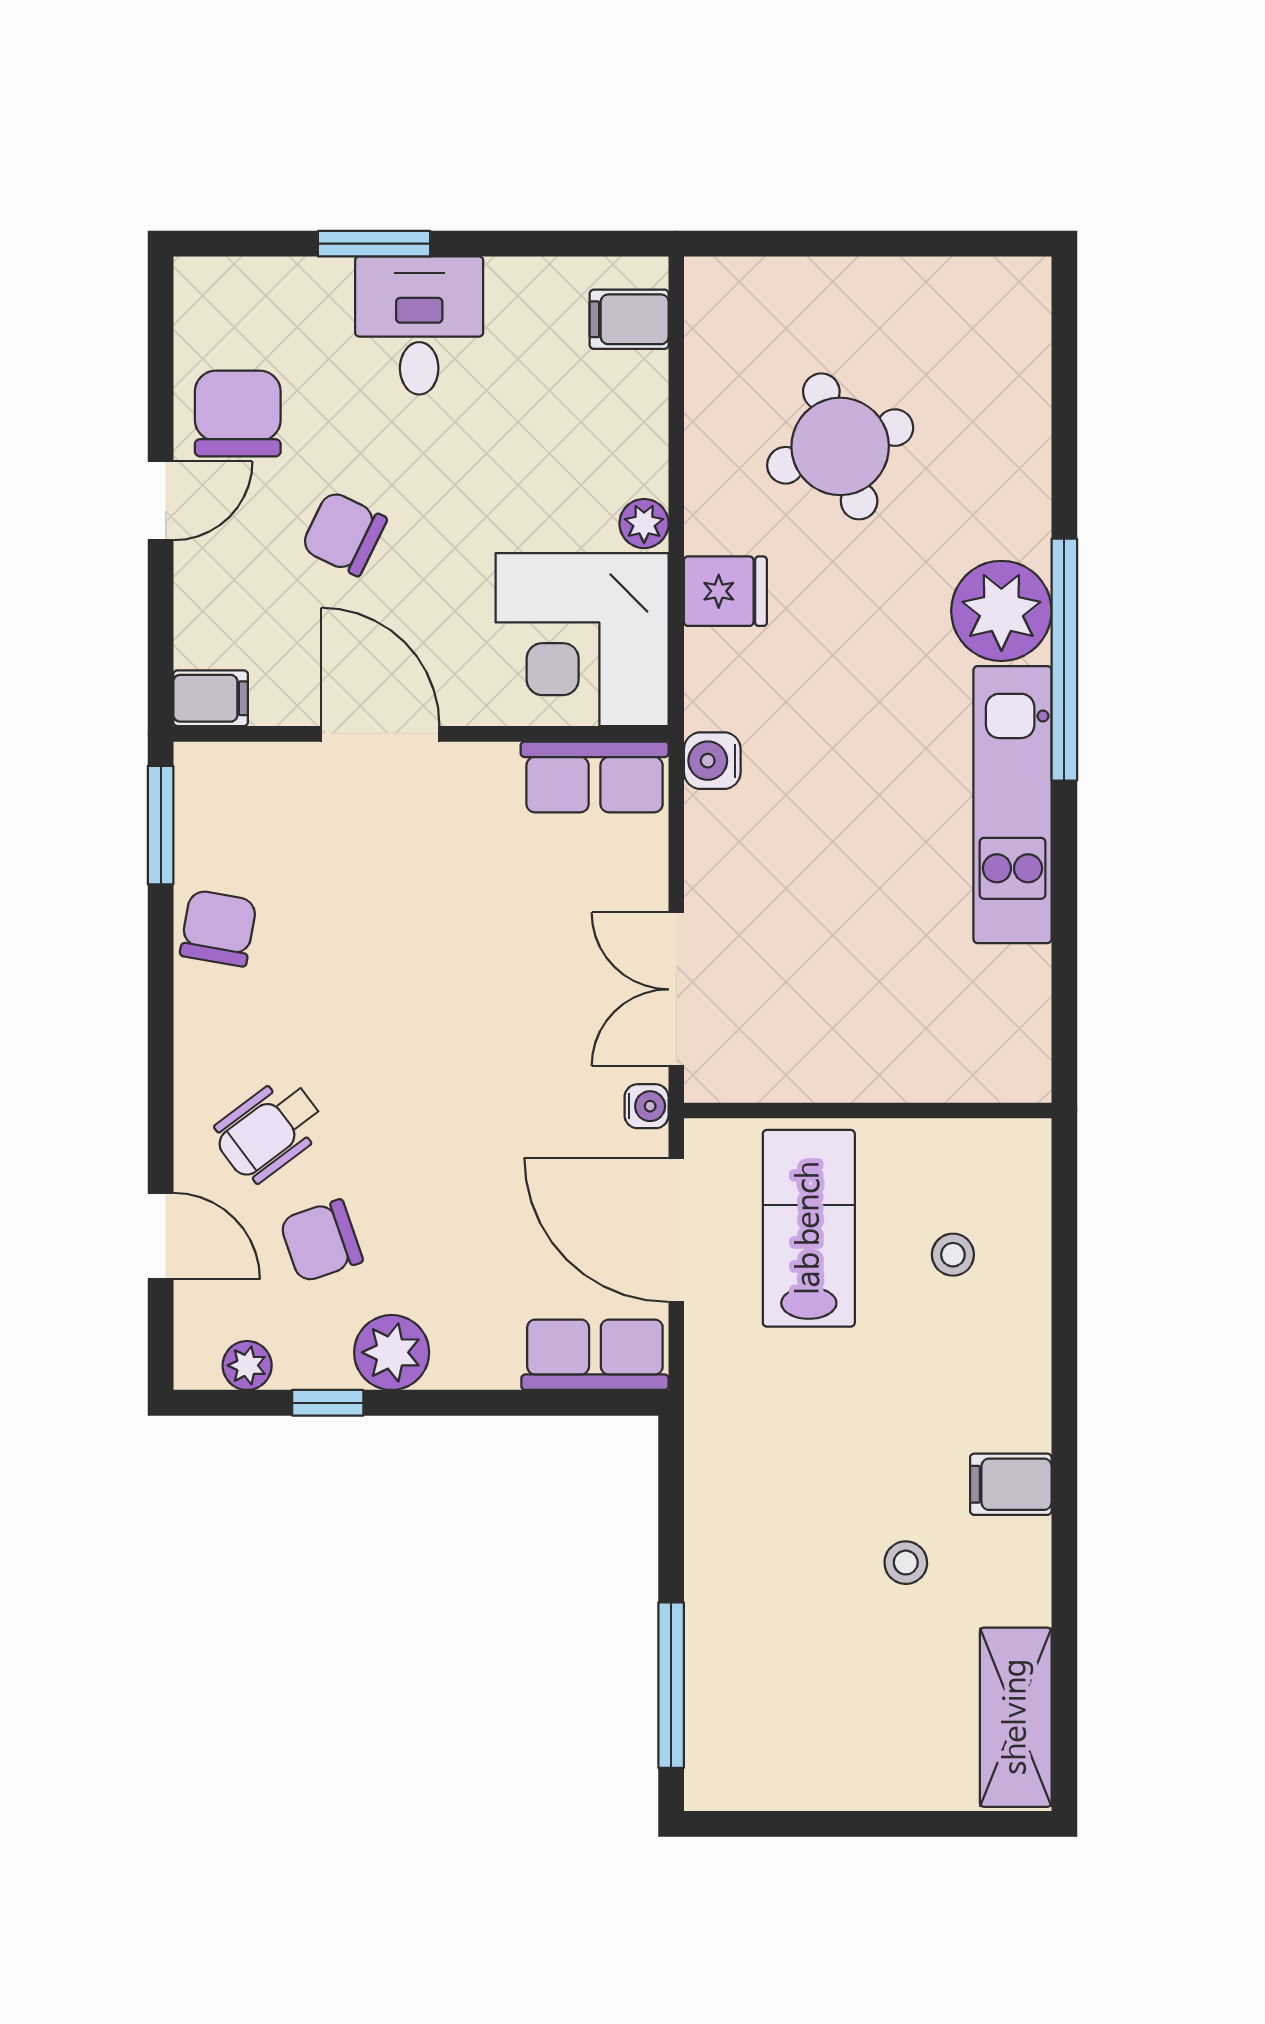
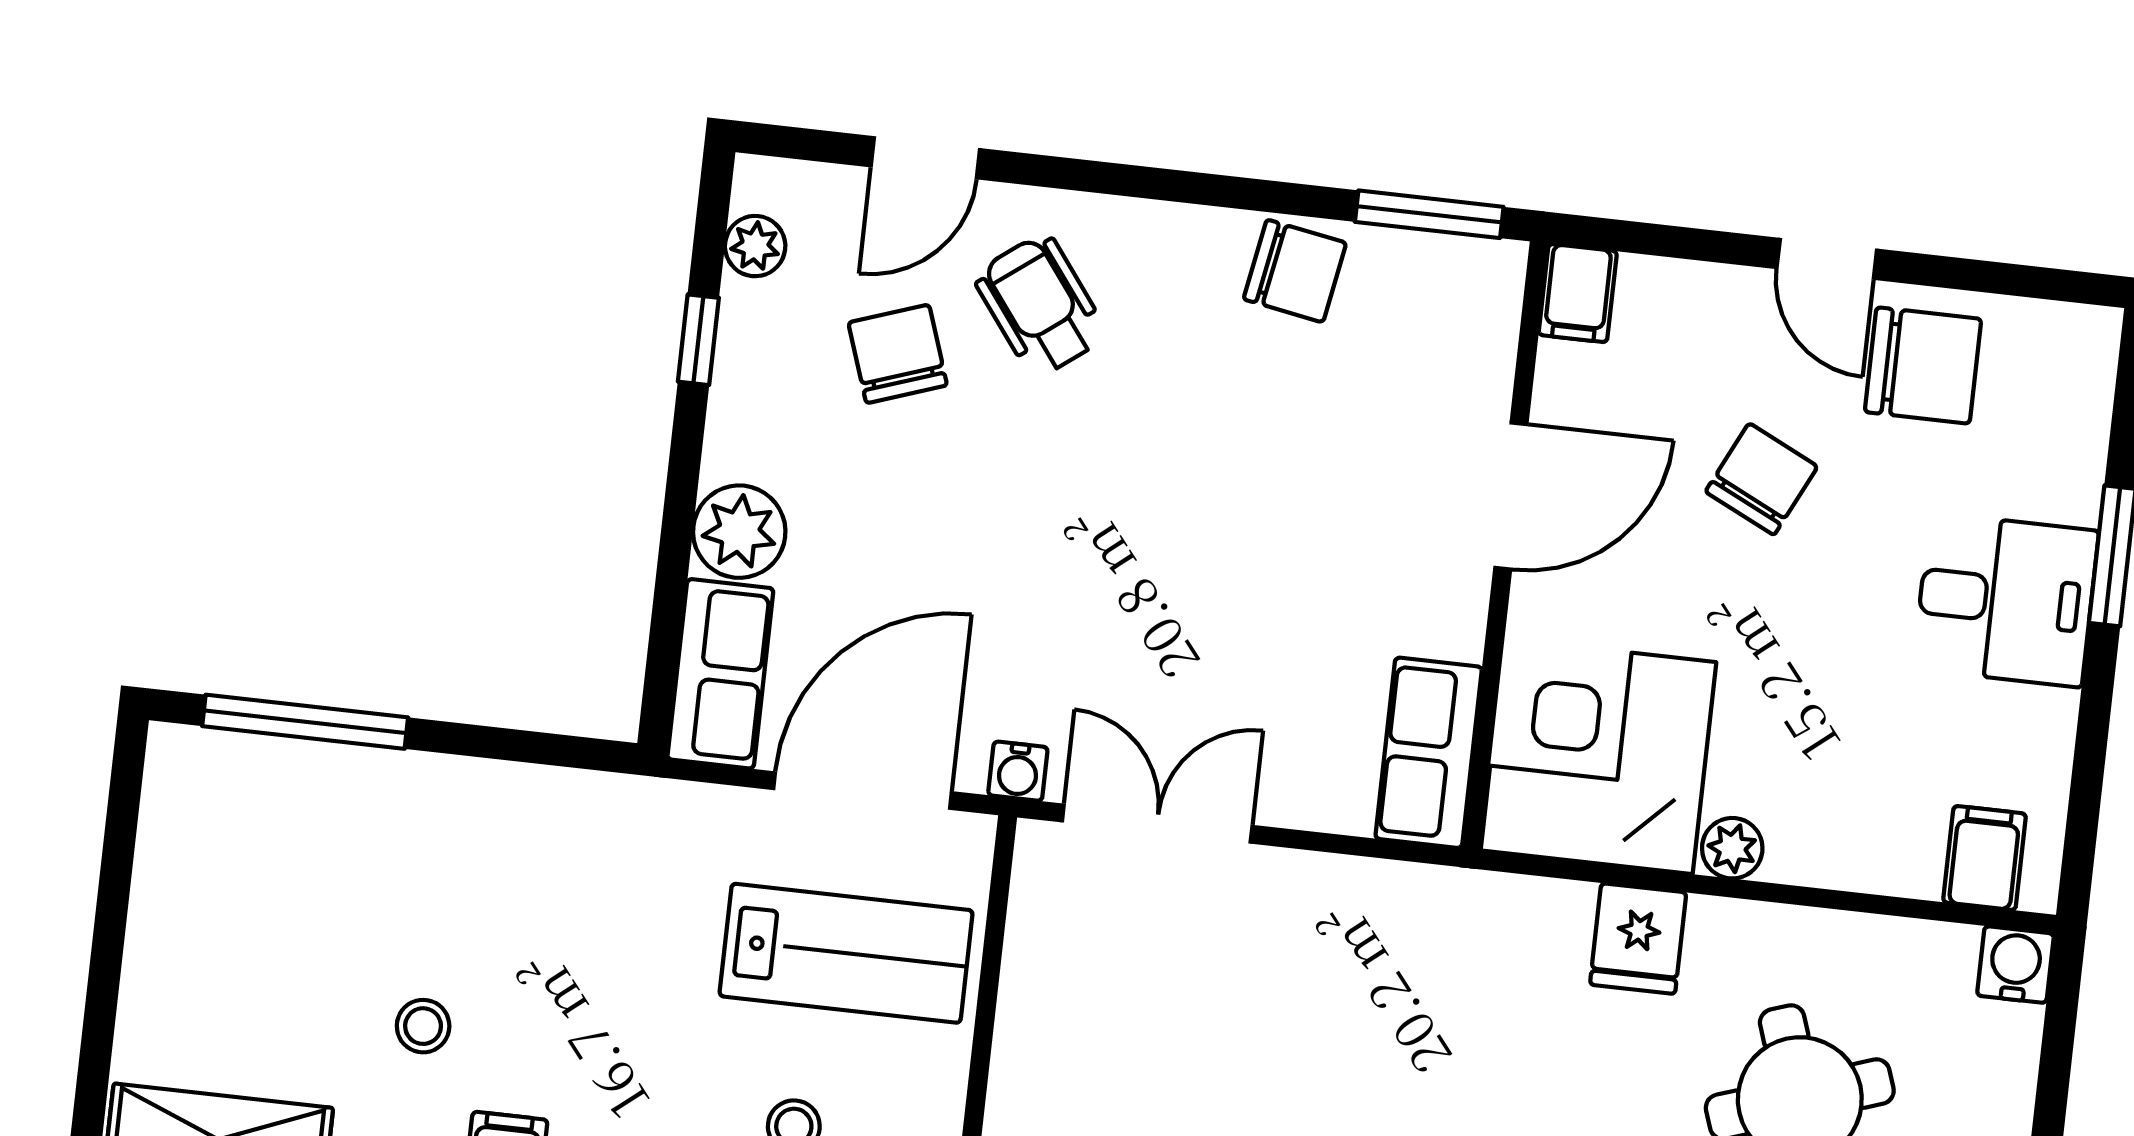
water cooler: (712, 761) -> (2015, 965), moved
plant: (392, 1352) -> (739, 532), moved

